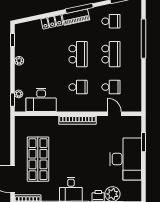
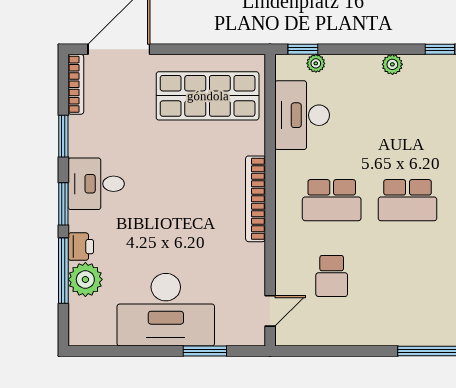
school desk: (111, 54) -> (408, 276), removed
school desk: (78, 87) -> (332, 200), width x1.85
door: (115, 114) -> (270, 311), moved
shop shelf: (38, 159) -> (208, 96), moved

